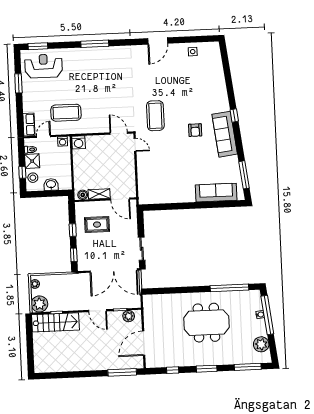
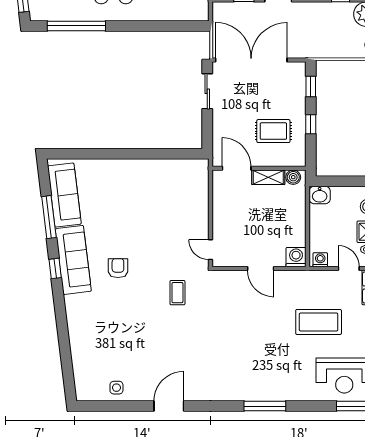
coffee table: (66, 113) -> (319, 322), moved
window: (234, 115) -> (55, 268), moved
coffee table: (155, 116) -> (177, 293), width x0.54, depth x0.58
door: (119, 133) -> (261, 269), moved
door: (44, 136) -> (349, 269), swing flipped
window: (244, 175) -> (49, 217), moved
washbasin: (51, 184) -> (320, 195), moved
sofa: (216, 193) -> (64, 195), moved, turned -97

